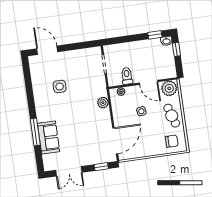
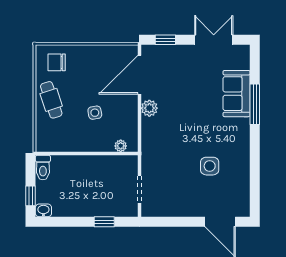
window: (155, 35) -> (104, 222), moved
toilet: (127, 76) -> (43, 168), moved
door: (149, 82) -> (78, 154), removed
plant: (169, 88) -> (49, 140), removed
plant: (103, 103) -> (149, 108), moved

